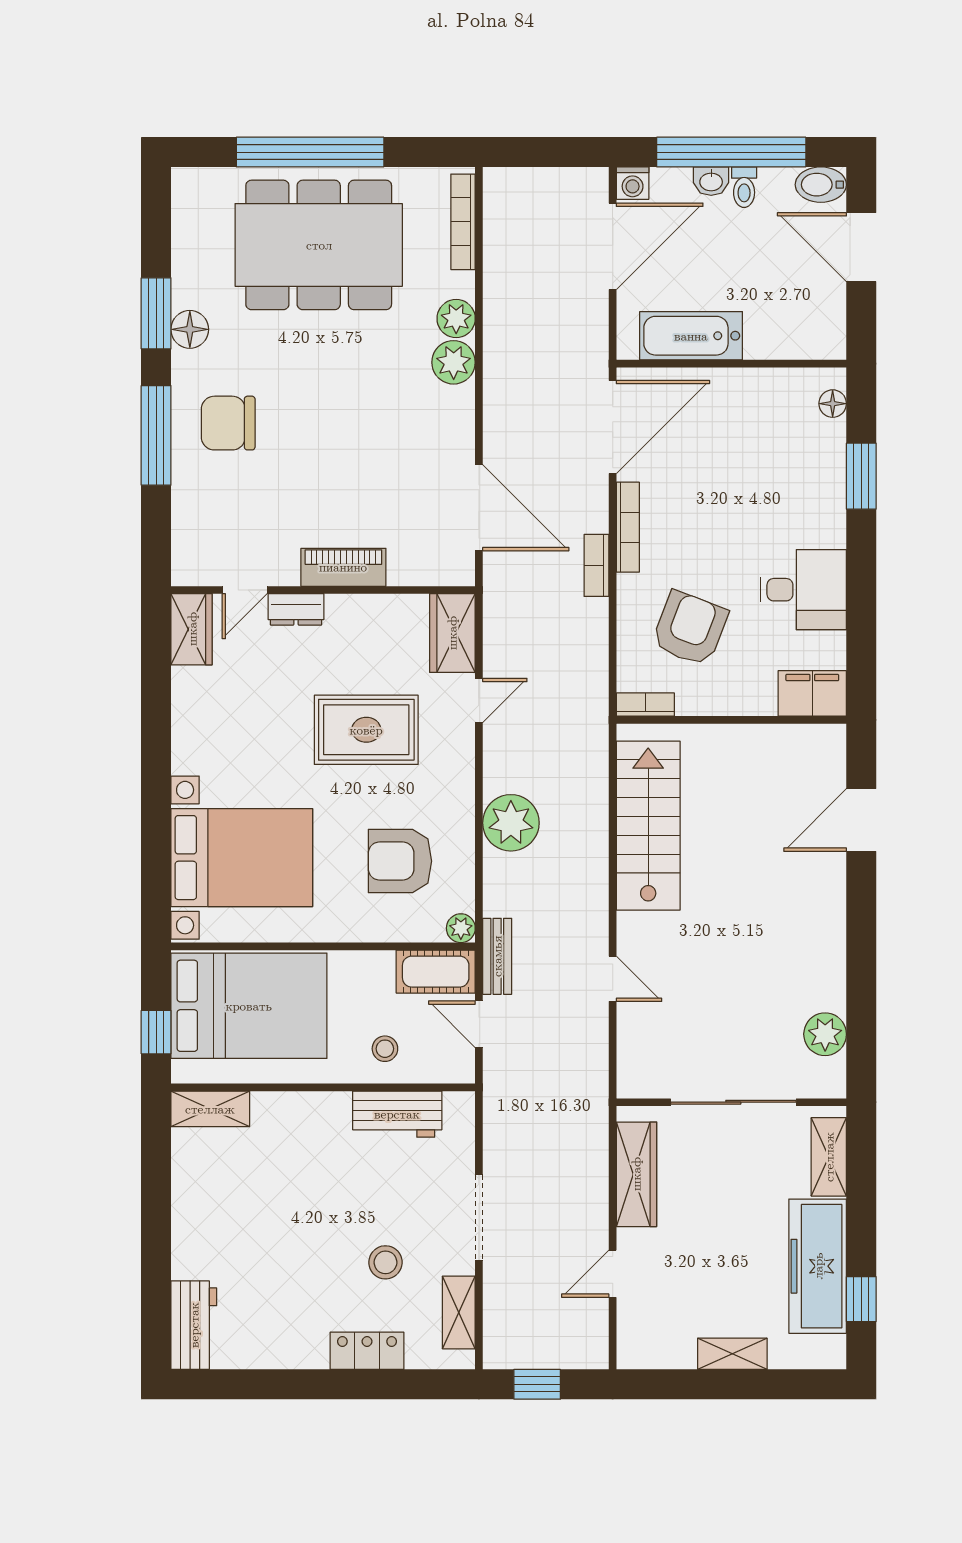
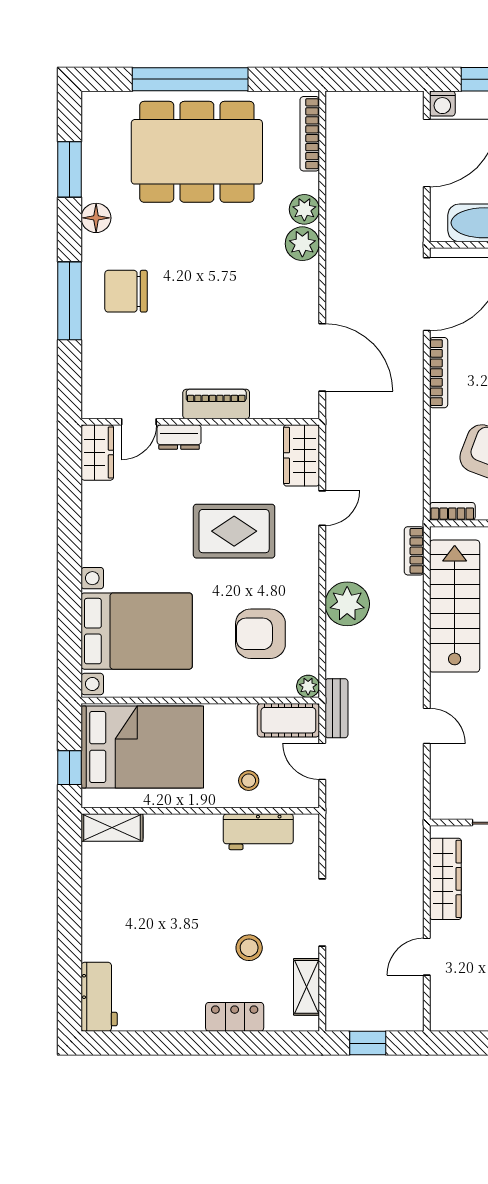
window: (156, 313) -> (70, 169), moved
bookcase: (596, 565) -> (414, 551), moved

